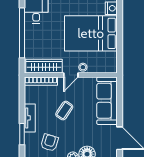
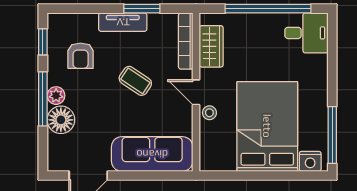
wardrobe: (44, 66) -> (211, 46), width x0.67
window: (22, 134) -> (142, 9), moved
armchair: (49, 143) -> (81, 56), turned 73

